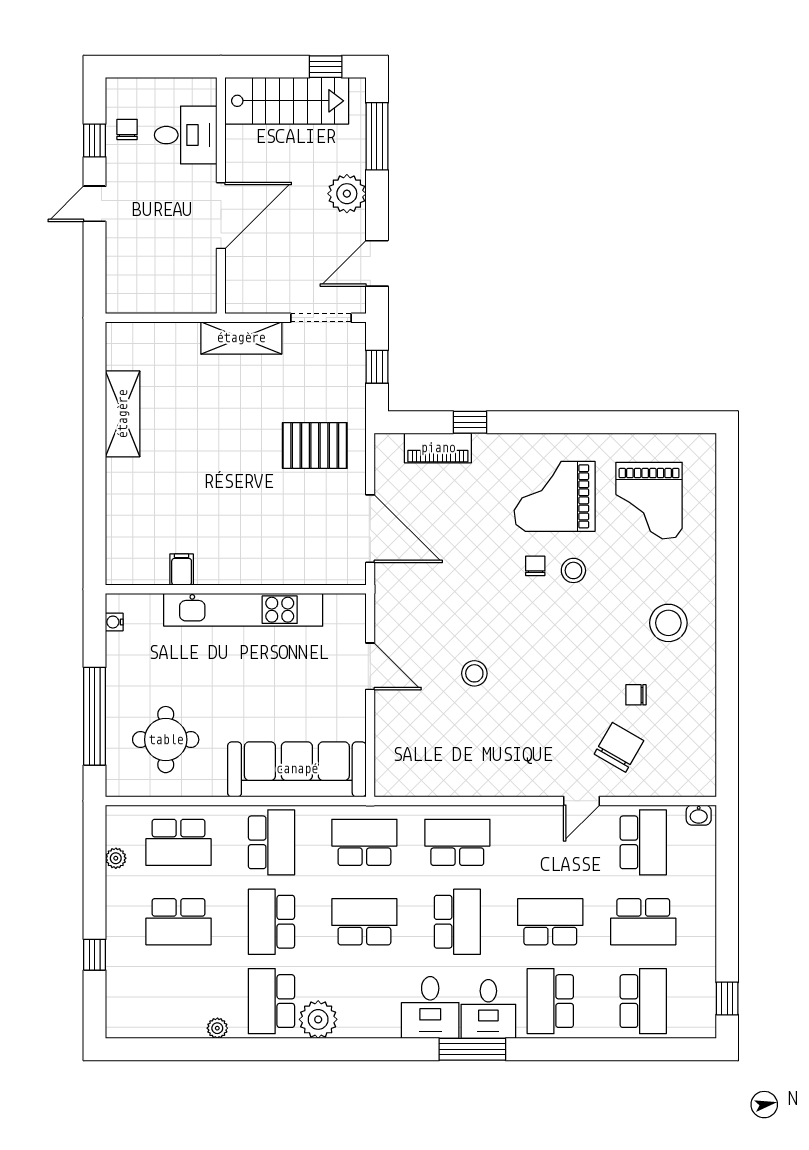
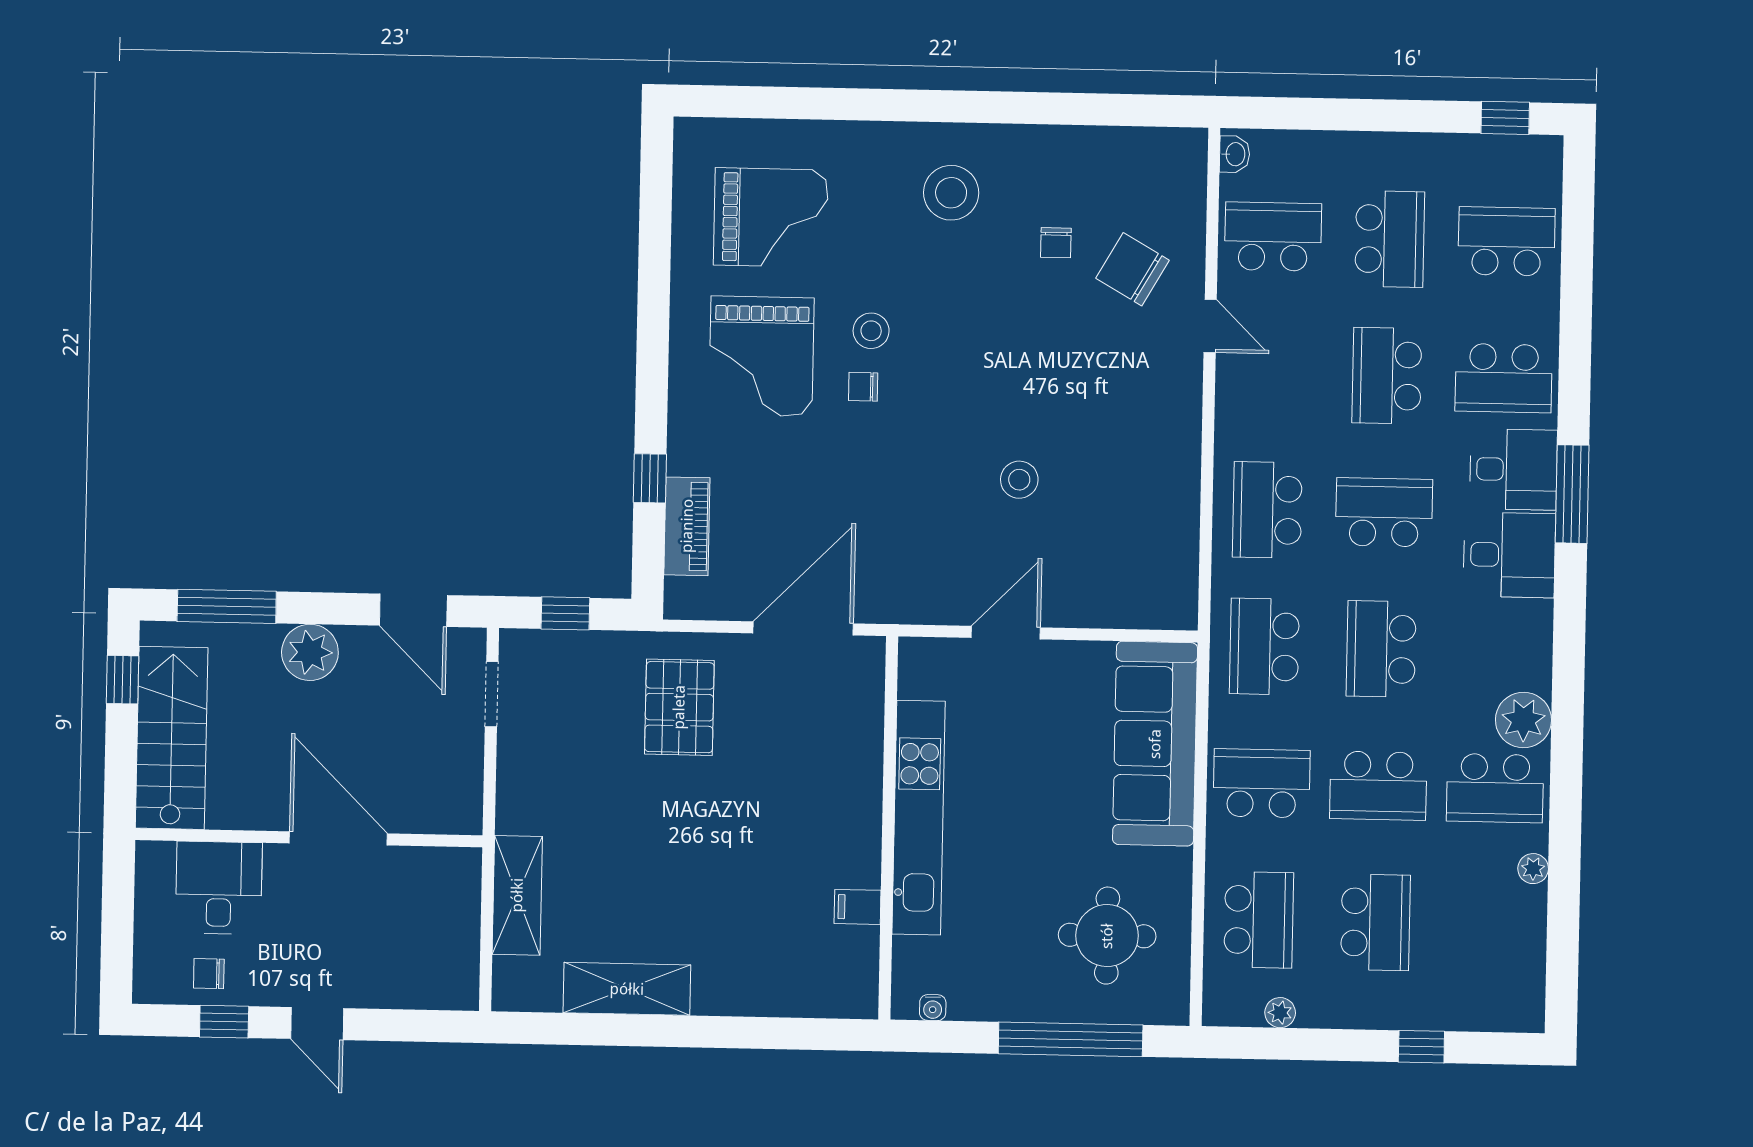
doorway: (321, 318) -> (492, 694), width x0.73
shelving: (241, 338) -> (517, 895), moved

